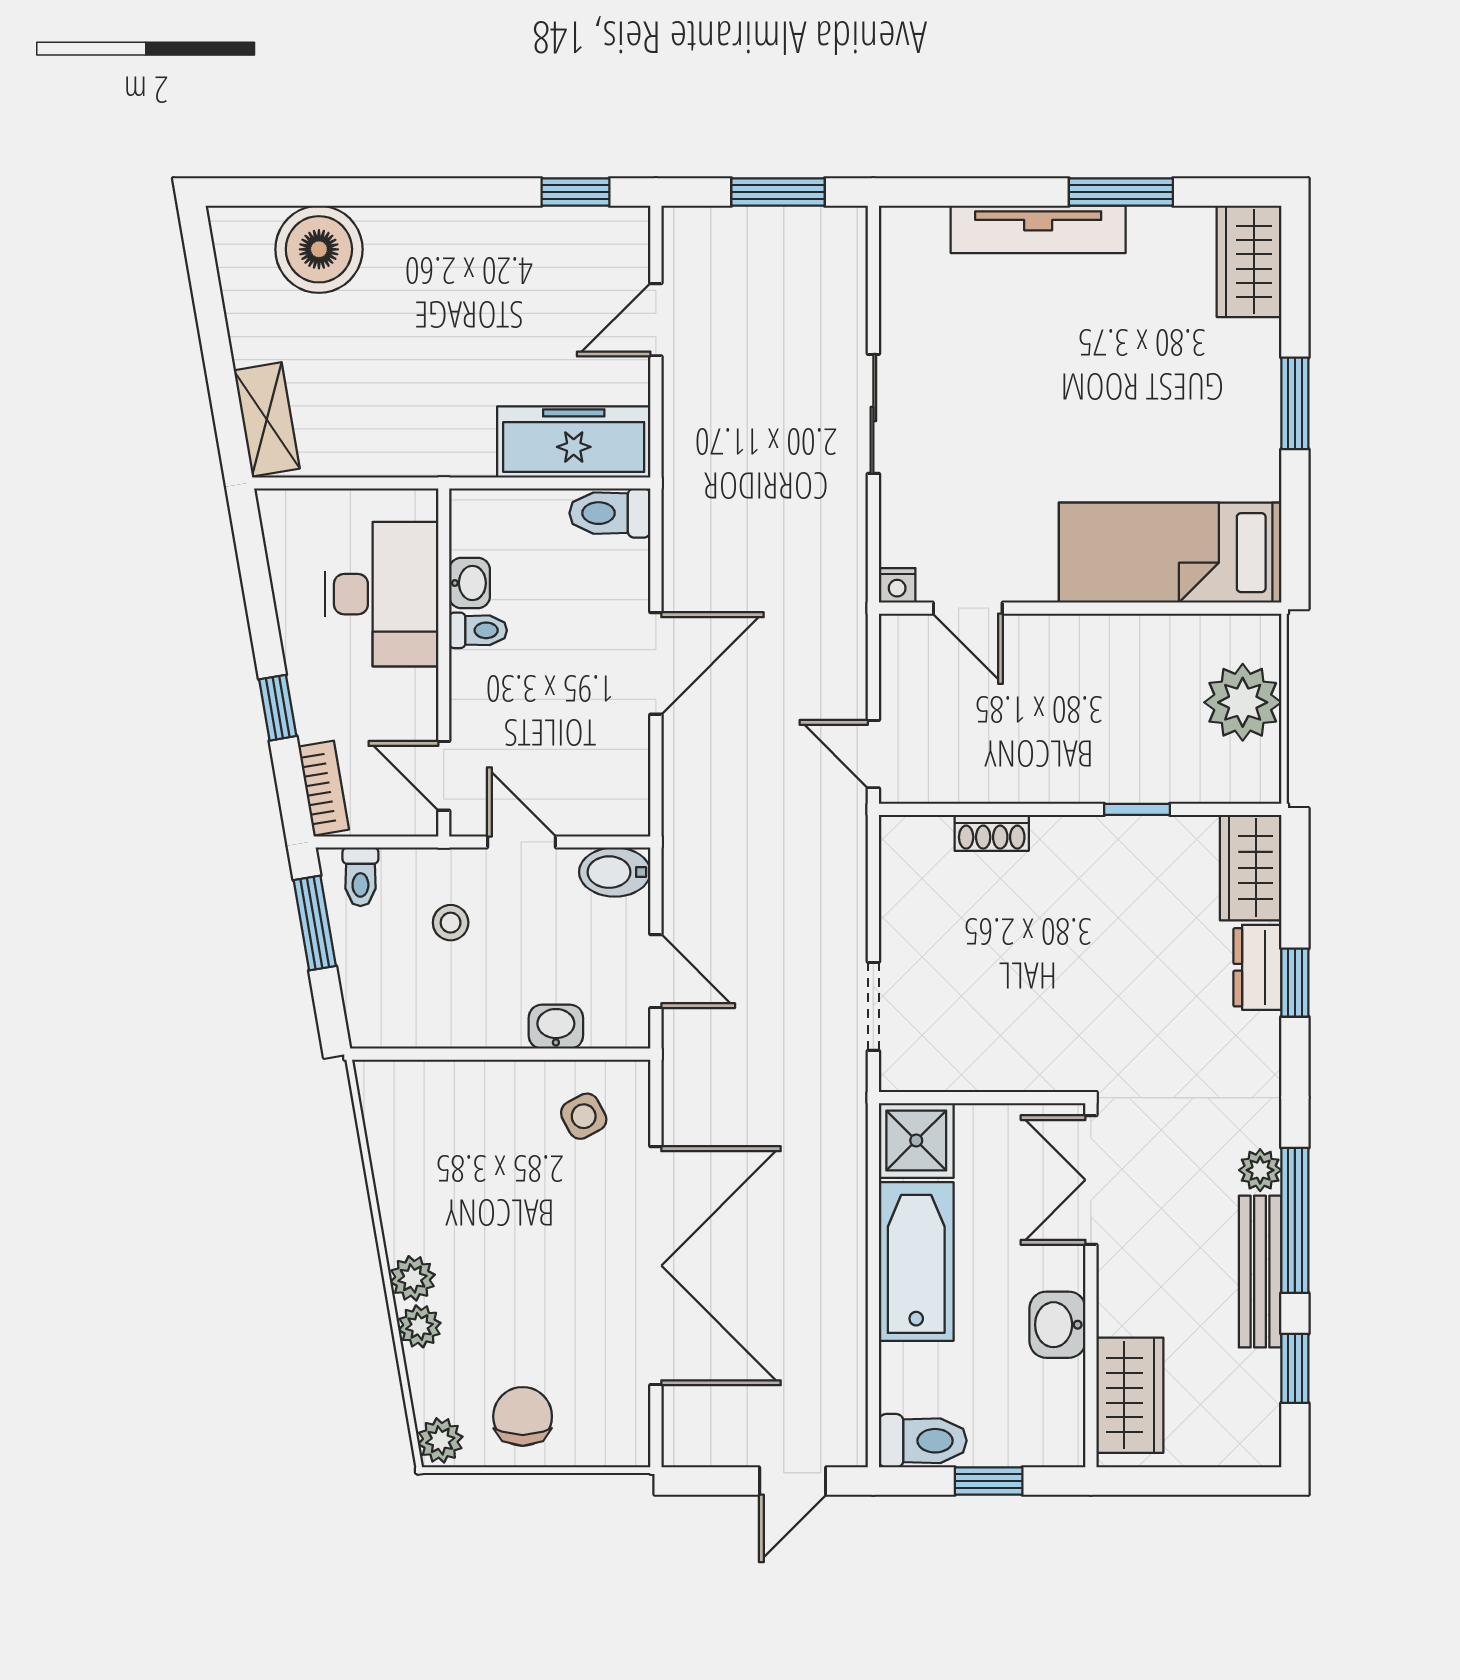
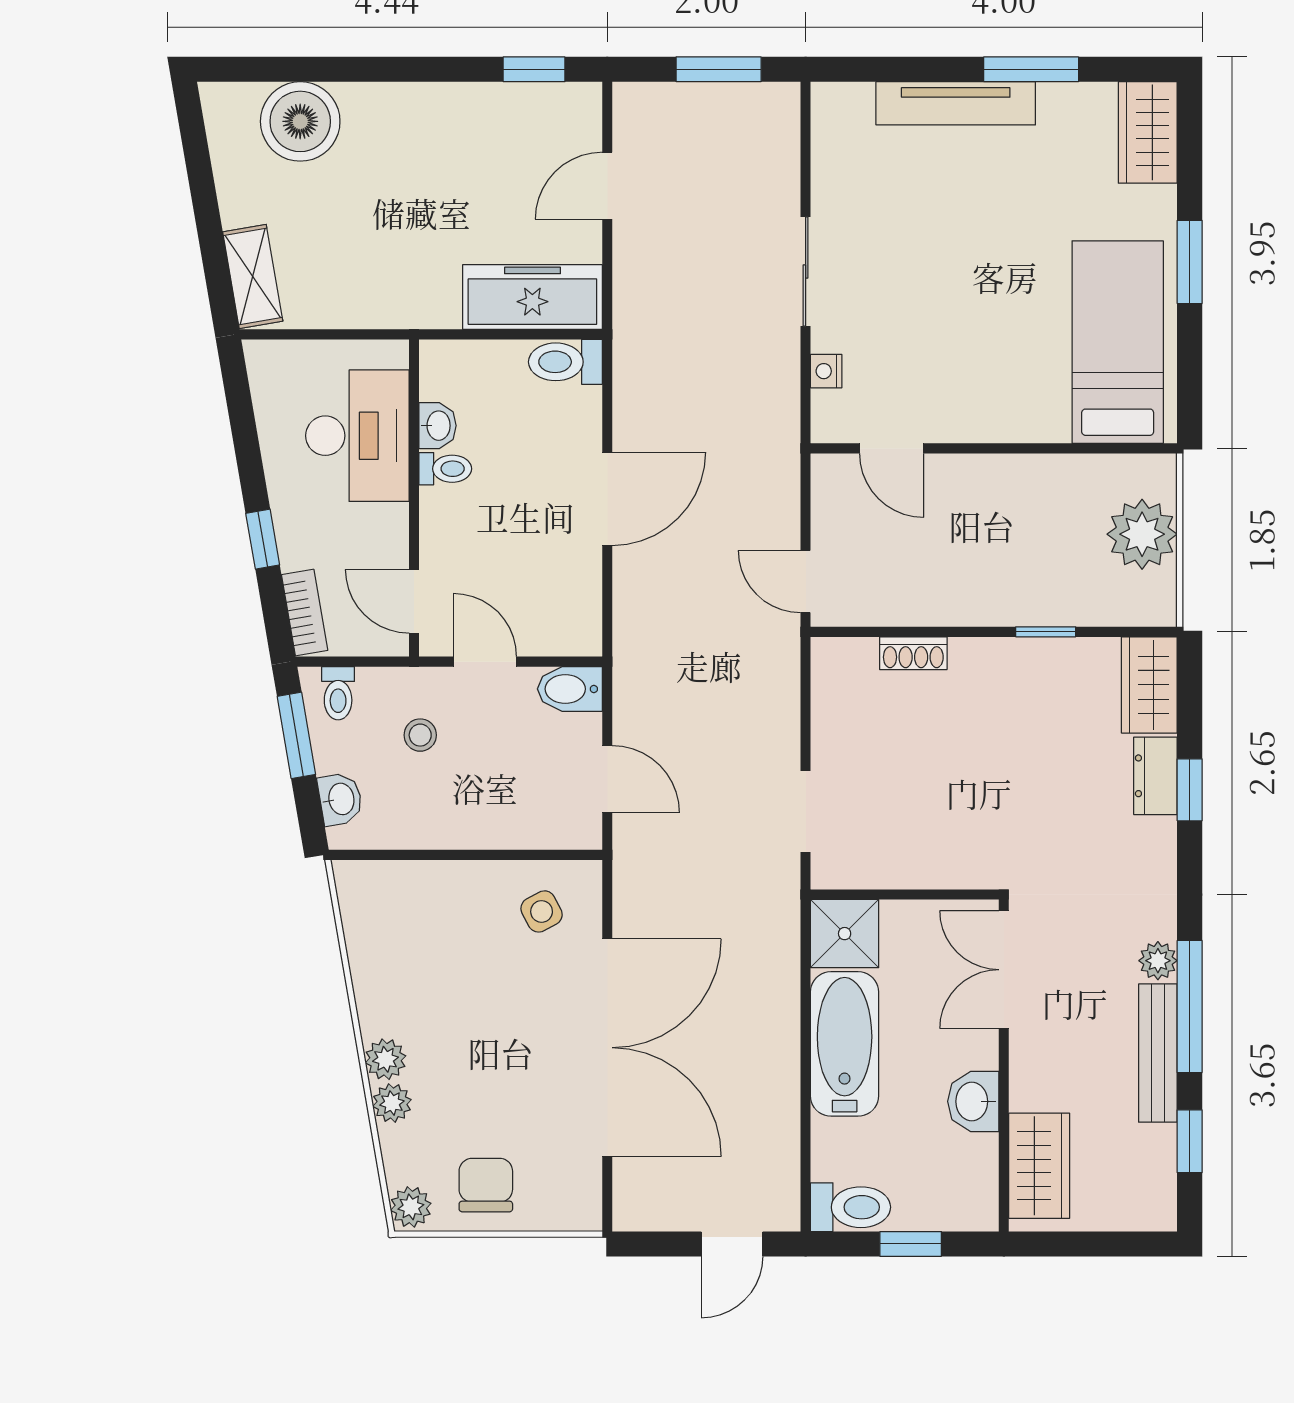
bed: (1170, 553) -> (1118, 342), moved, turned 90
nightstand: (897, 585) -> (826, 371), moved, turned 90
washbasin: (556, 1027) -> (340, 799), moved, turned 80

